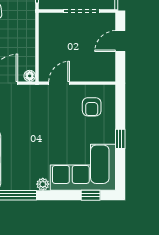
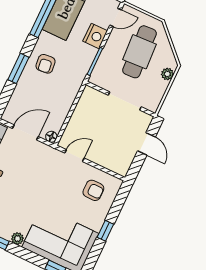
door: (120, 41) -> (146, 144), swing flipped
armchair: (92, 107) -> (93, 190), turned -90

